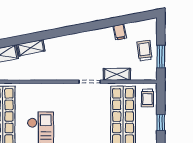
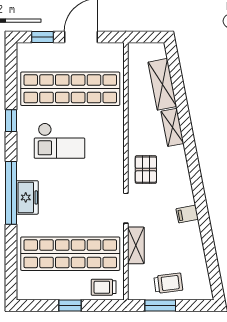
filing cabinet: (120, 32) -> (187, 214), moved
pallet: (62, 67) -> (146, 170), added

